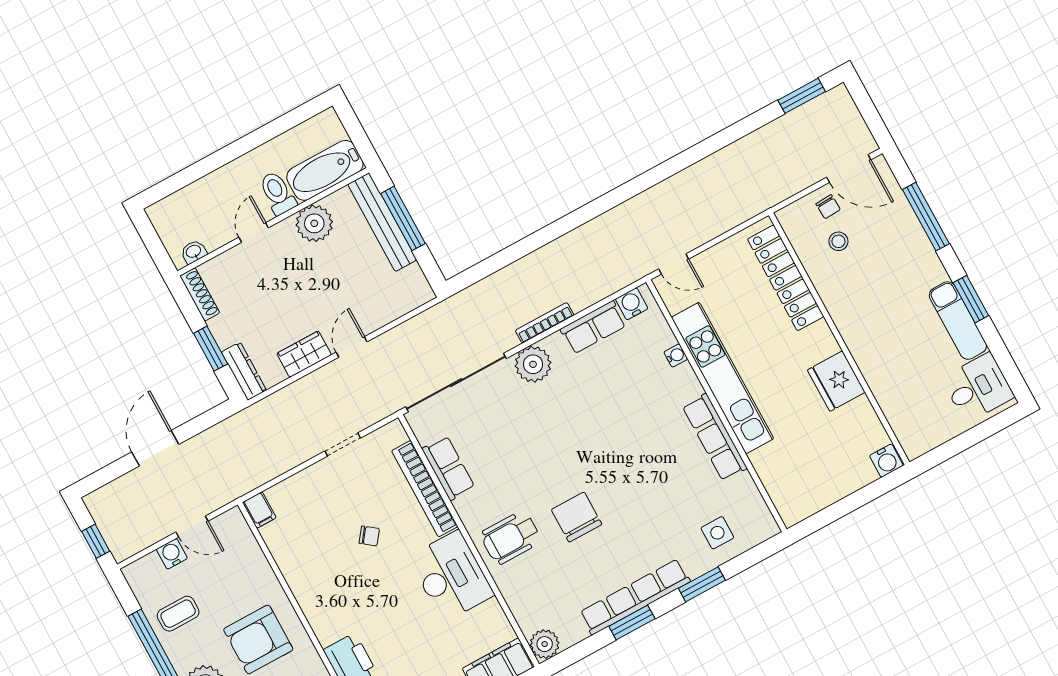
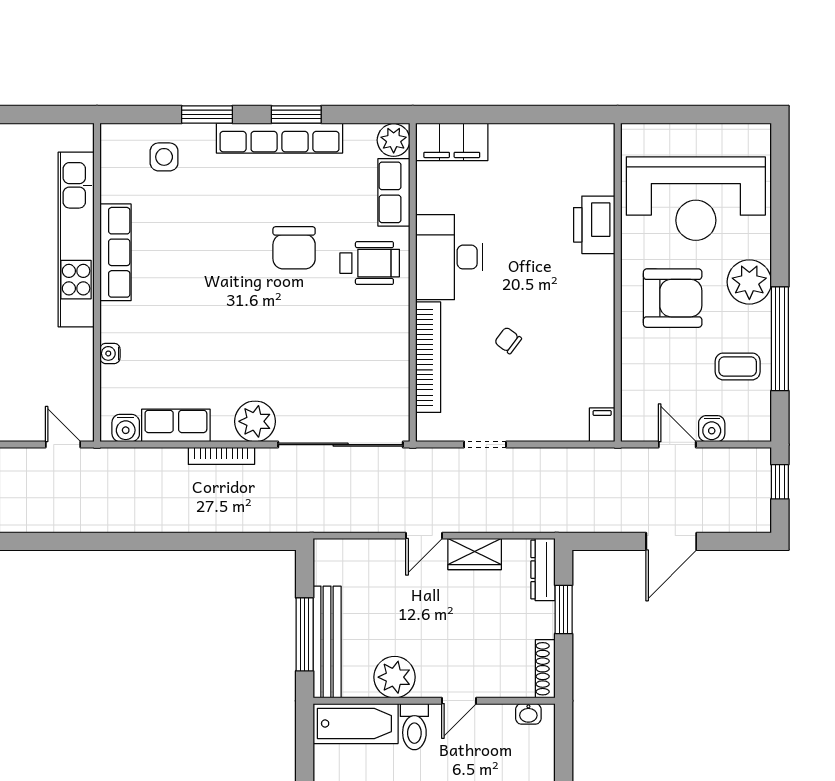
kitchen unit: (722, 378) -> (76, 239), moved
row of seats: (448, 468) -> (394, 192), moved

